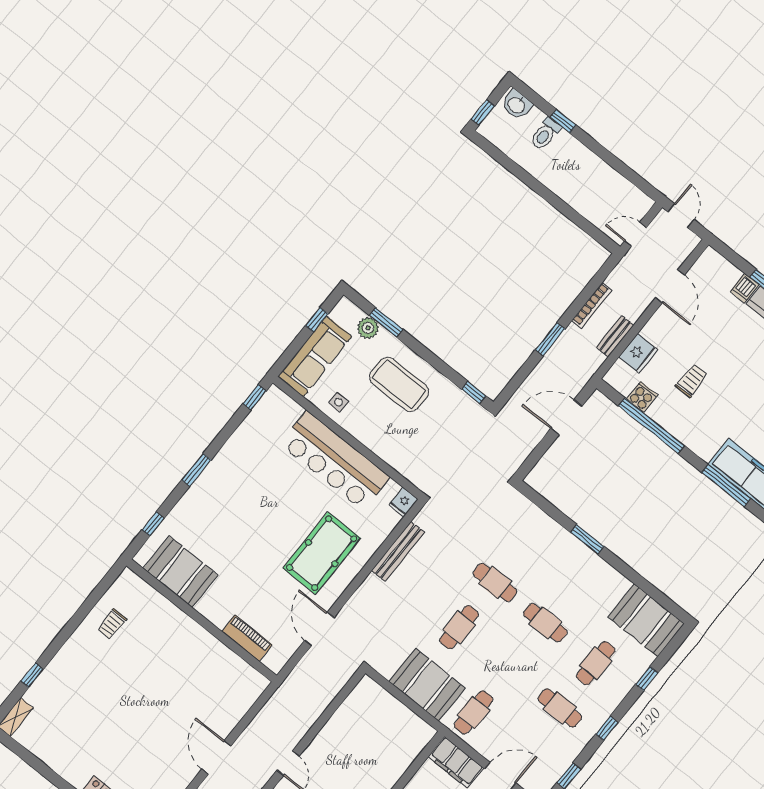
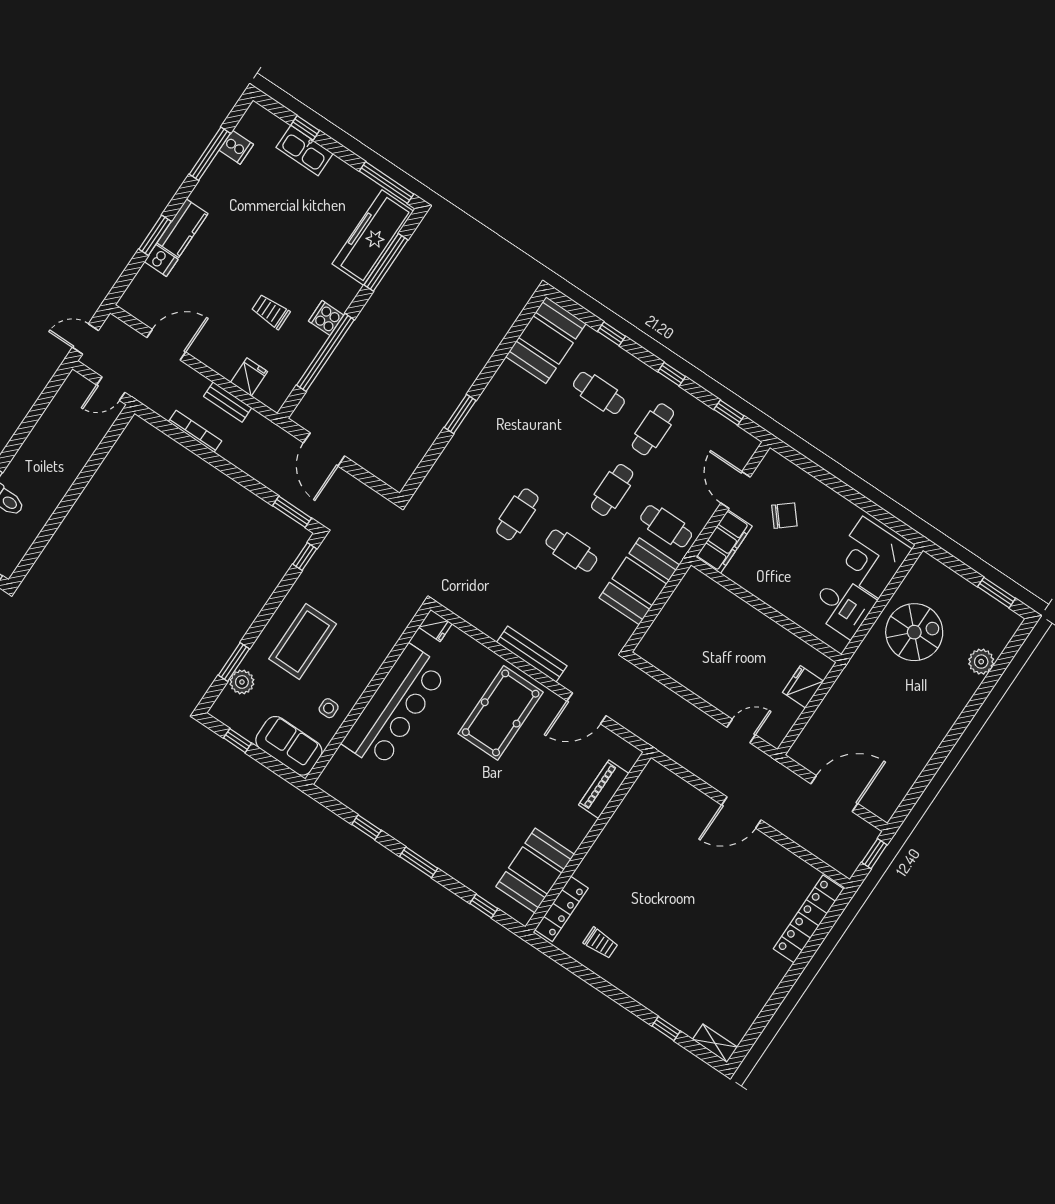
door: (635, 234) -> (111, 389), hinge flipped
window: (550, 339) -> (292, 512), moved
fridge: (638, 353) -> (249, 377), width x0.72
sofa: (315, 356) -> (289, 746), width x0.73
window: (255, 397) -> (367, 827), moved
cooker: (642, 397) -> (326, 318), moved
bench: (398, 551) -> (532, 654), moved
pool table: (322, 553) -> (501, 713), turned 90
locker: (145, 592) -> (562, 909), added
cafe table: (545, 623) -> (612, 490), moved

